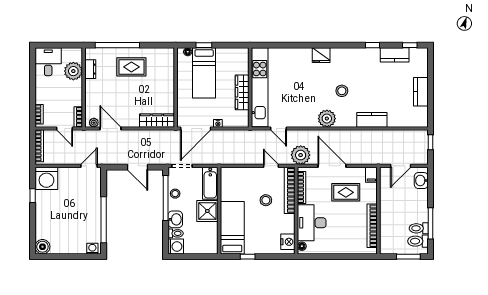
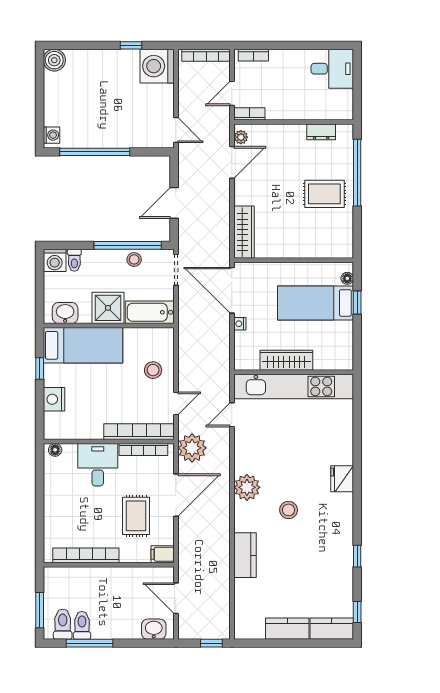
kitchen counter: (395, 55) -> (332, 629), moved, turned 90
rug: (131, 67) -> (324, 194), turned 90
plant: (73, 71) -> (318, 107), removed
stool: (266, 200) -> (153, 370), moved
washbasin: (175, 219) -> (65, 313), moved, turned 180
desk: (312, 223) -> (98, 465), width x0.73
nightstand: (288, 242) -> (54, 399), moved, turned 90

